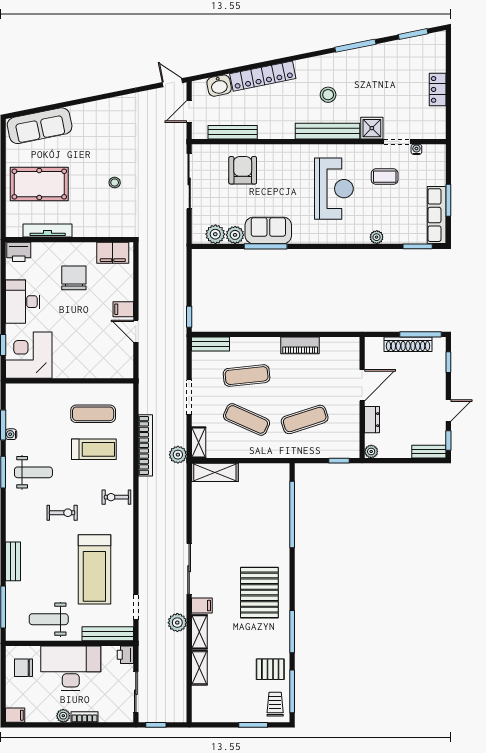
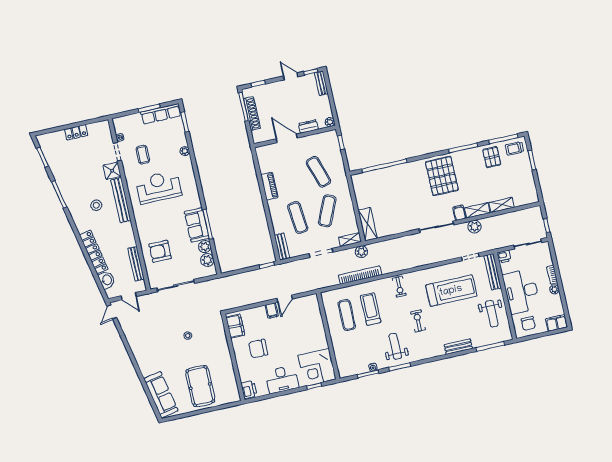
tv unit: (48, 231) -> (230, 373), removed
pallet: (259, 593) -> (442, 176), turned 90
filing cabinet: (15, 715) -> (557, 323), width x2.00

